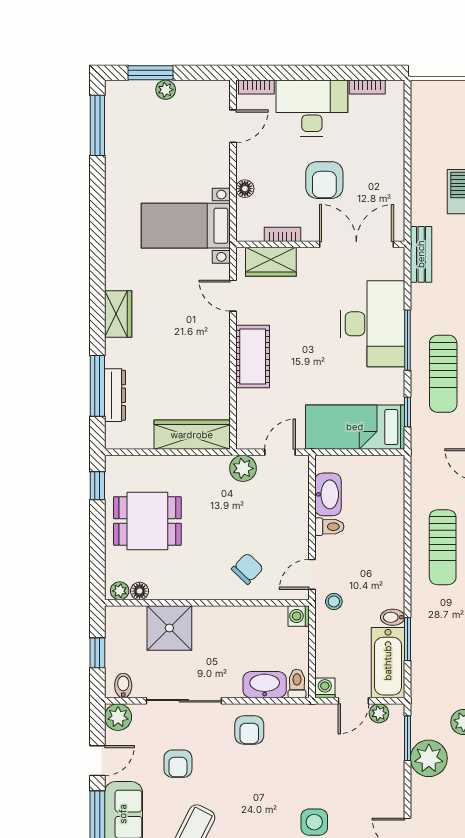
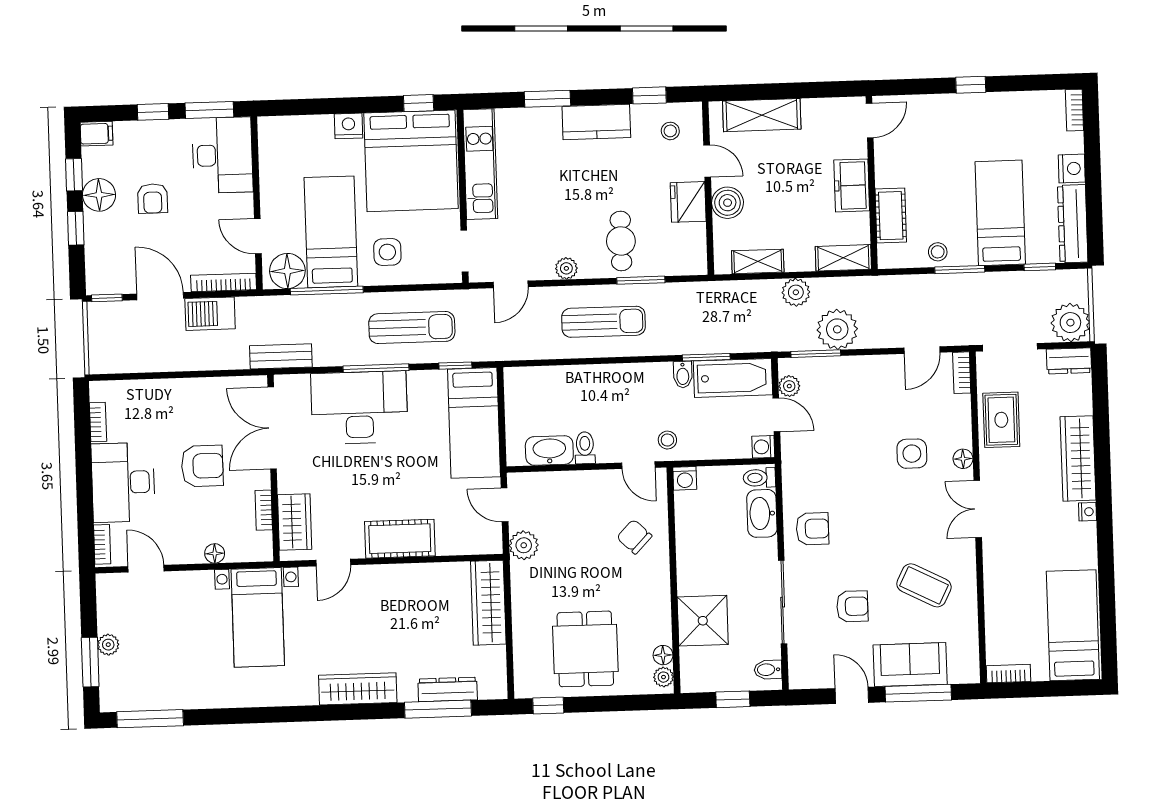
wardrobe: (118, 314) -> (358, 689), width x1.50
plant: (118, 717) -> (803, 674), removed

